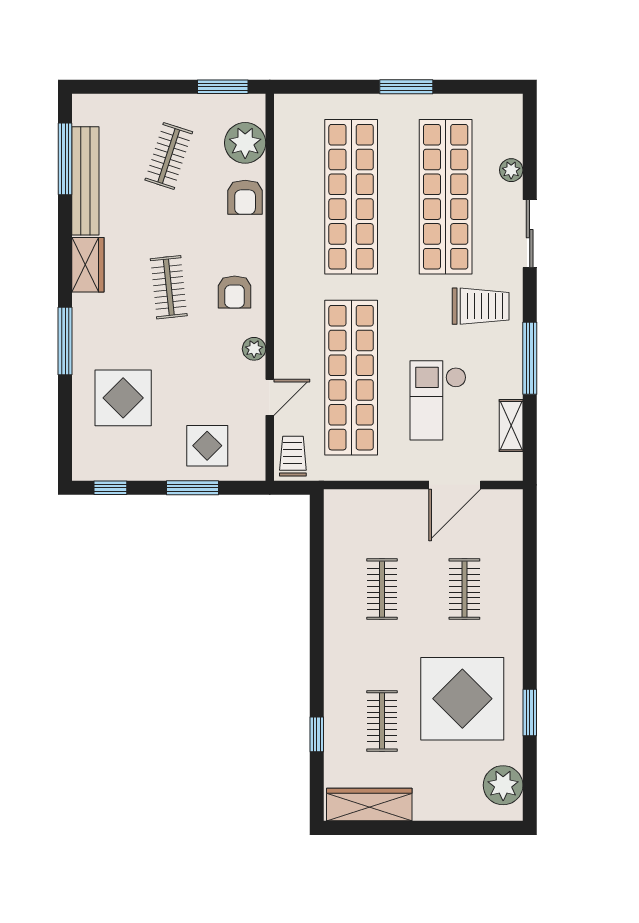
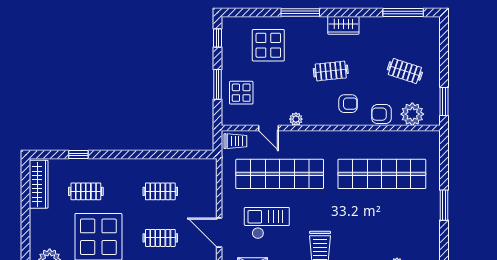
bench: (85, 181) -> (391, 24), removed
shop shelf: (446, 197) -> (382, 227), removed
armchair: (235, 292) -> (348, 104), moved, turned 180

